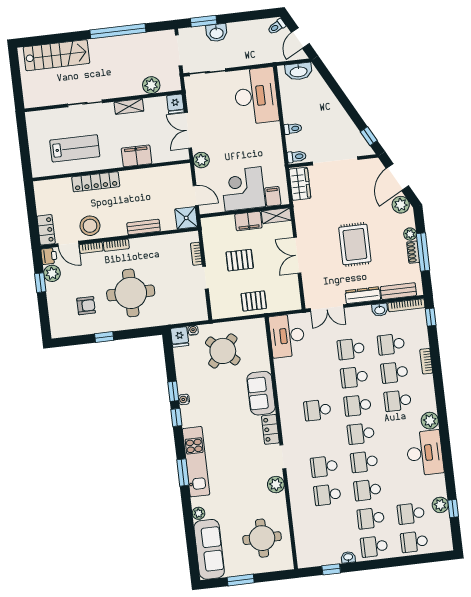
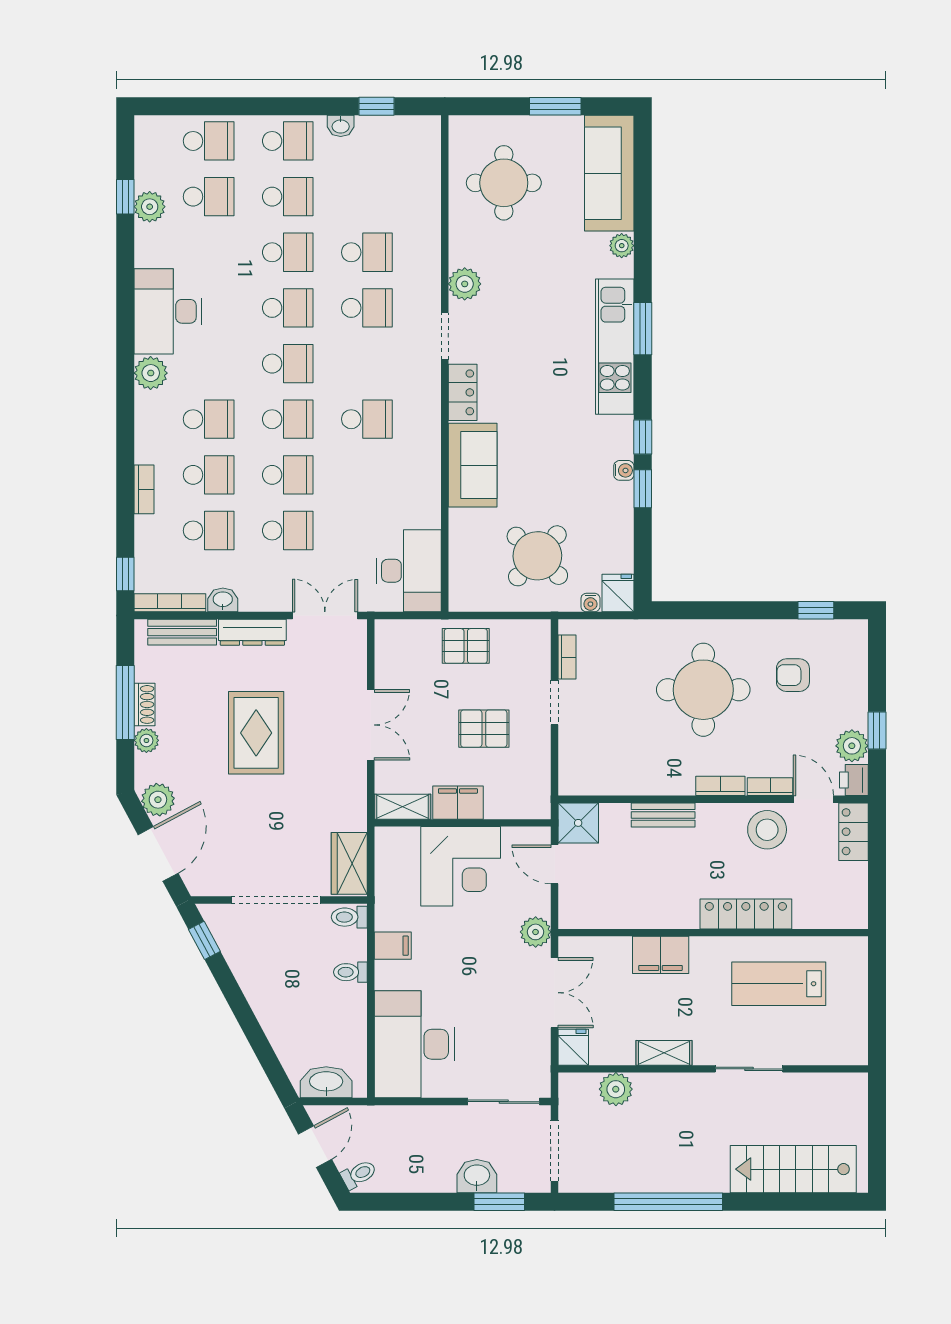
filing cabinet: (273, 196) -> (393, 946), moved, turned -90
bookcase: (196, 254) -> (567, 657), moved
window: (104, 337) -> (816, 610), moved

